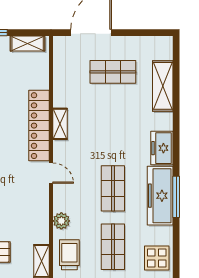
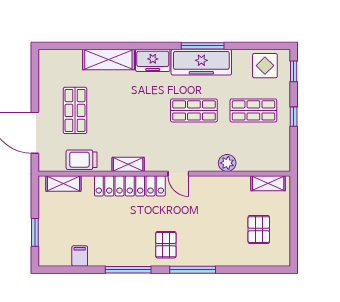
shelving: (28, 44) -> (63, 183), moved, turned 90
shelving: (163, 86) -> (108, 60), moved
door: (51, 173) -> (178, 174), swing flipped
trolley: (69, 255) -> (82, 160), moved

